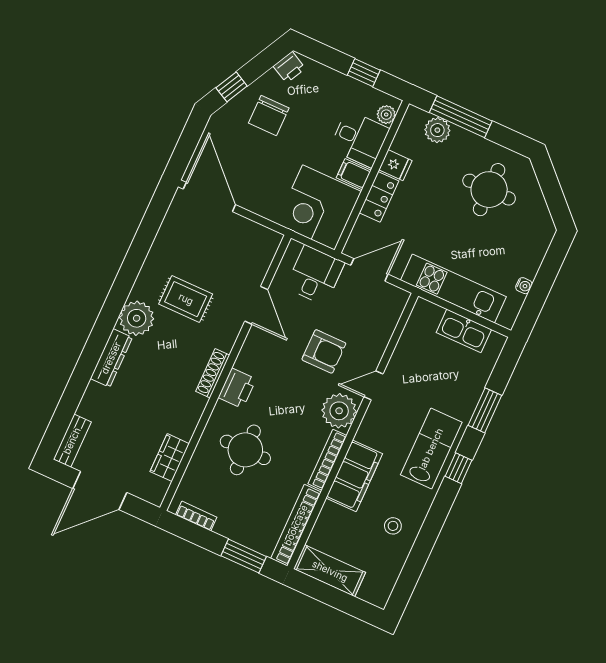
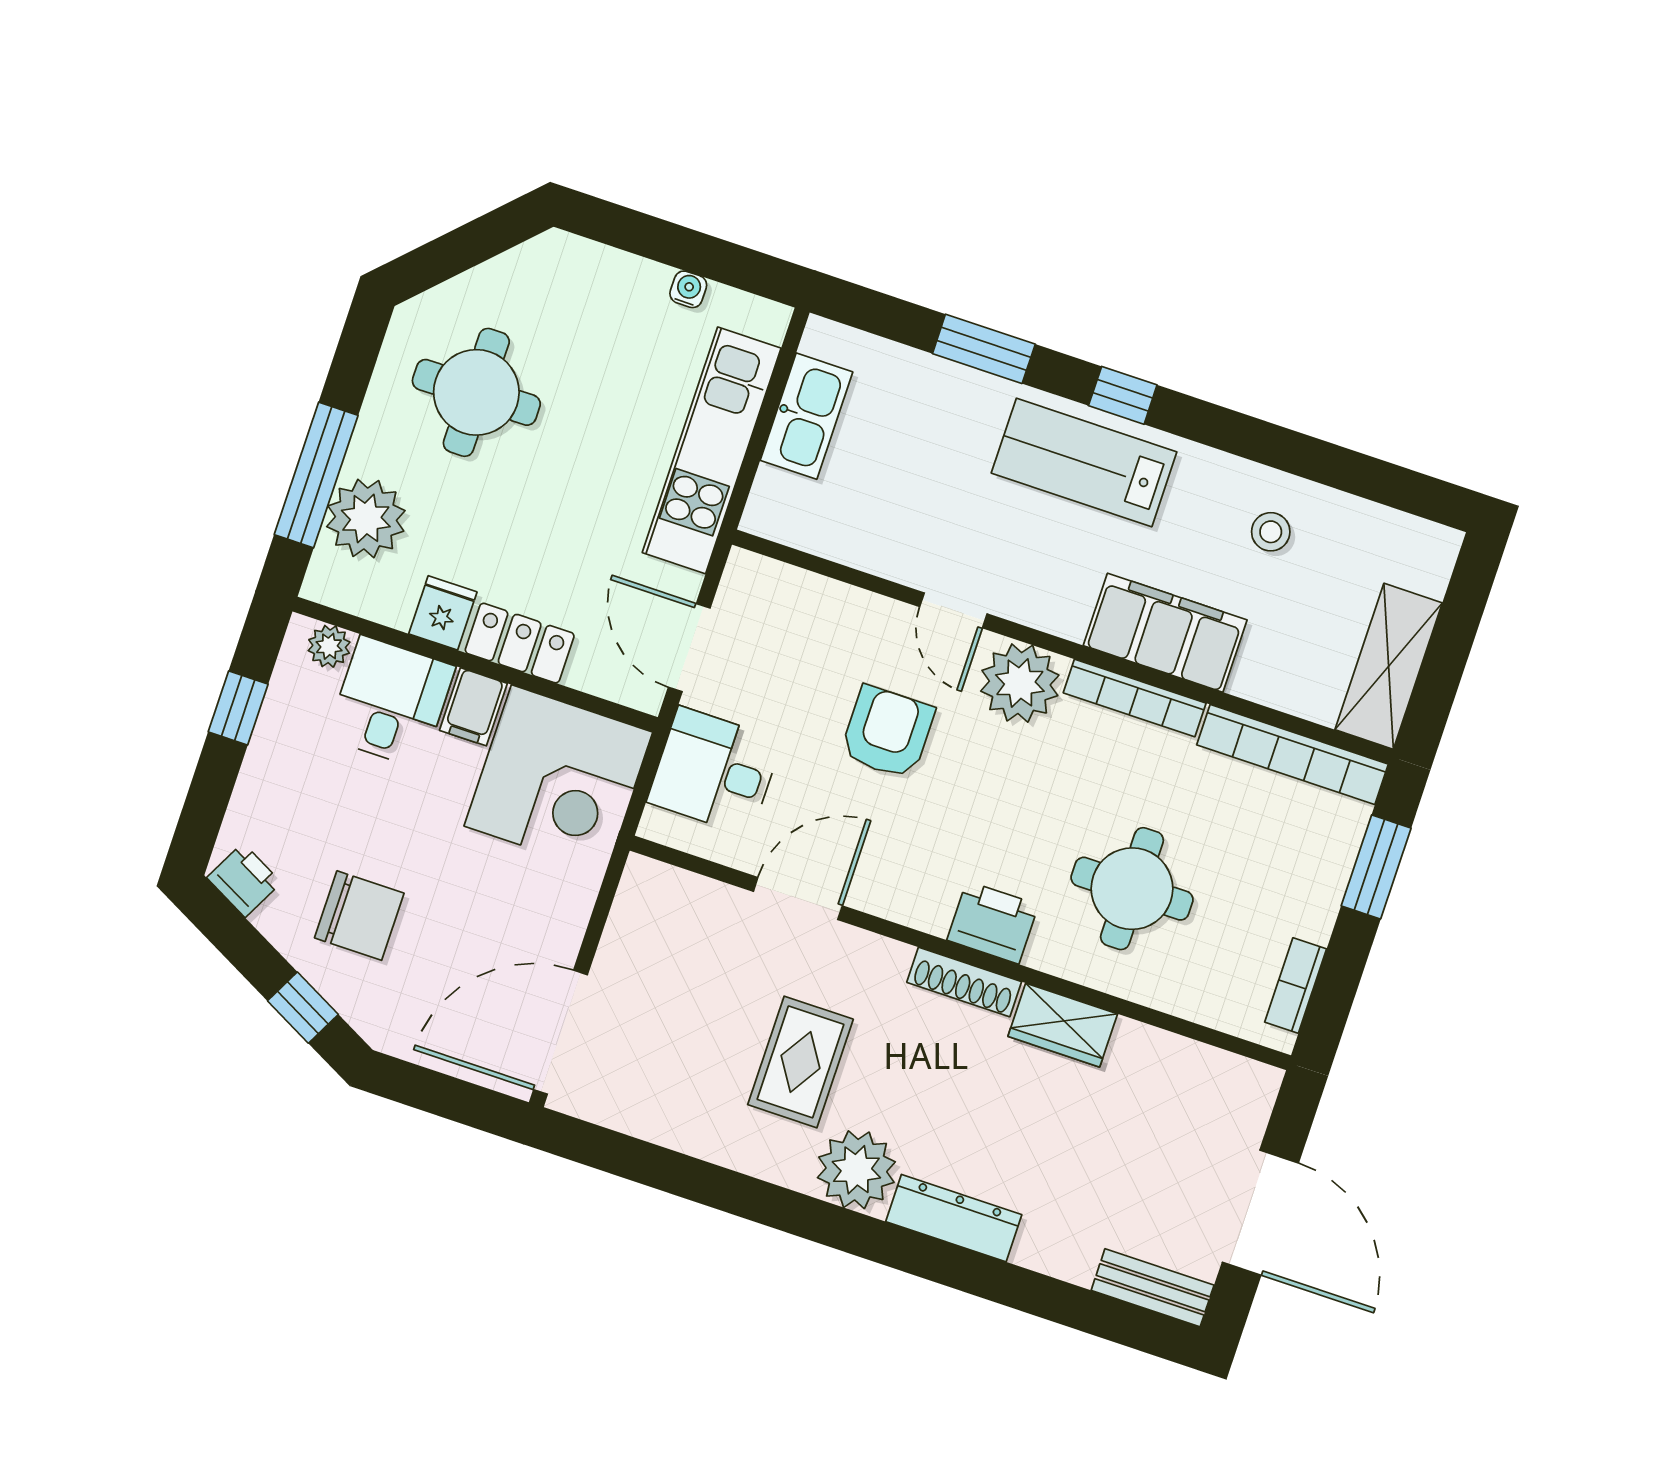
plant: (437, 130) -> (366, 519), width x1.36, depth x1.36
wardrobe: (170, 458) -> (1063, 1025), moved

